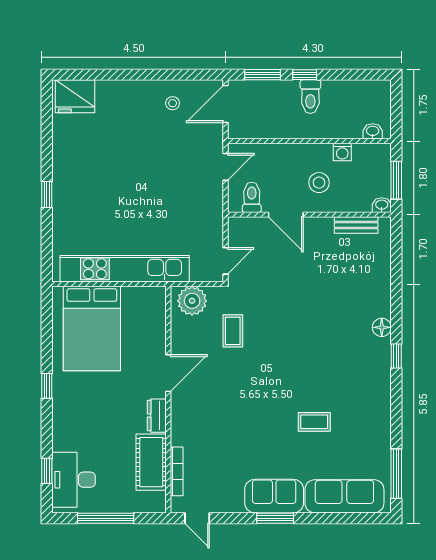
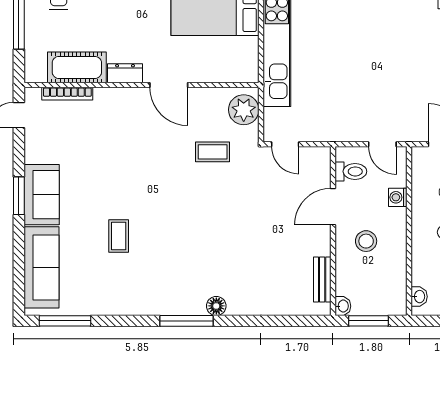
washing machine: (342, 152) -> (398, 197), moved
window: (396, 356) -> (187, 321), width x2.17

